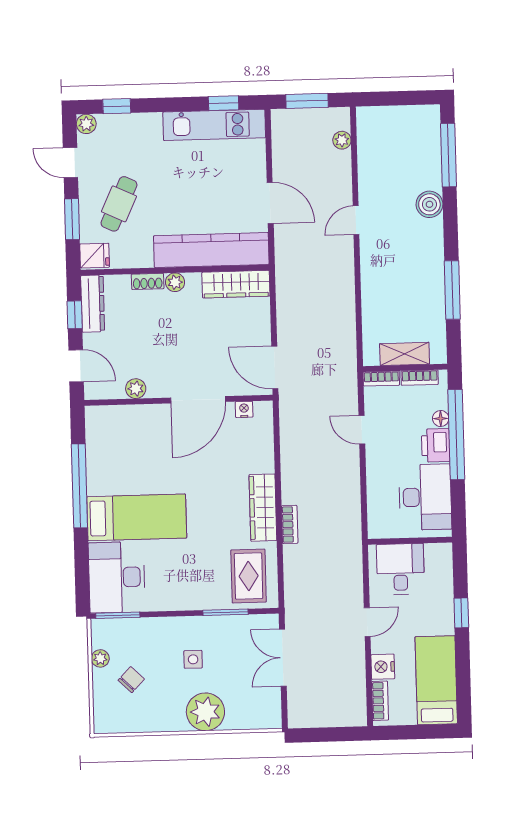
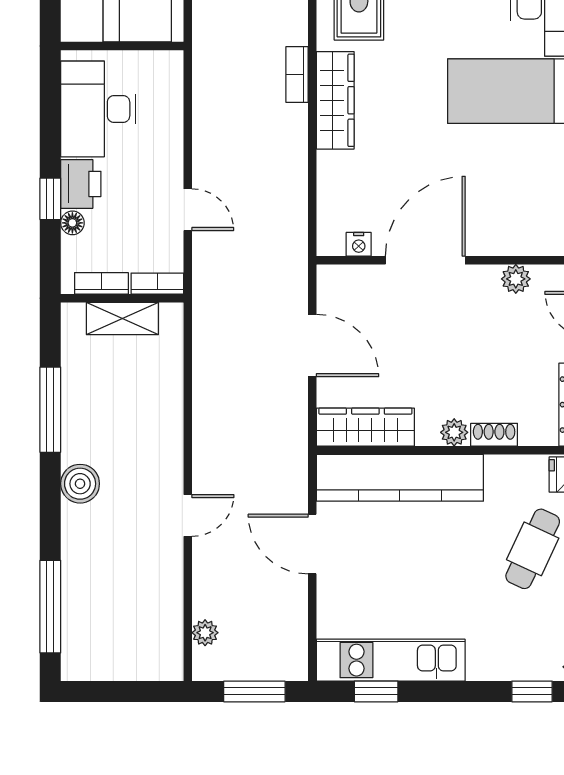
boiler: (429, 204) -> (80, 484), moved
door: (275, 368) -> (312, 346), moved
window: (456, 435) -> (50, 199), width x0.32

